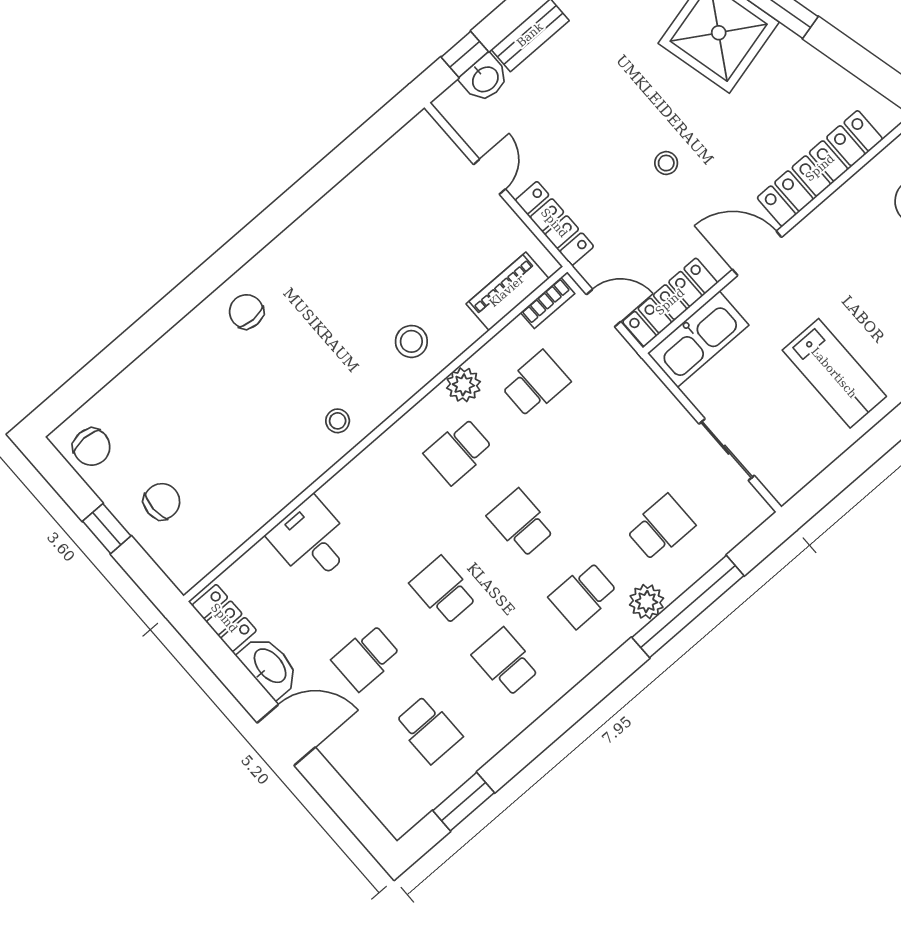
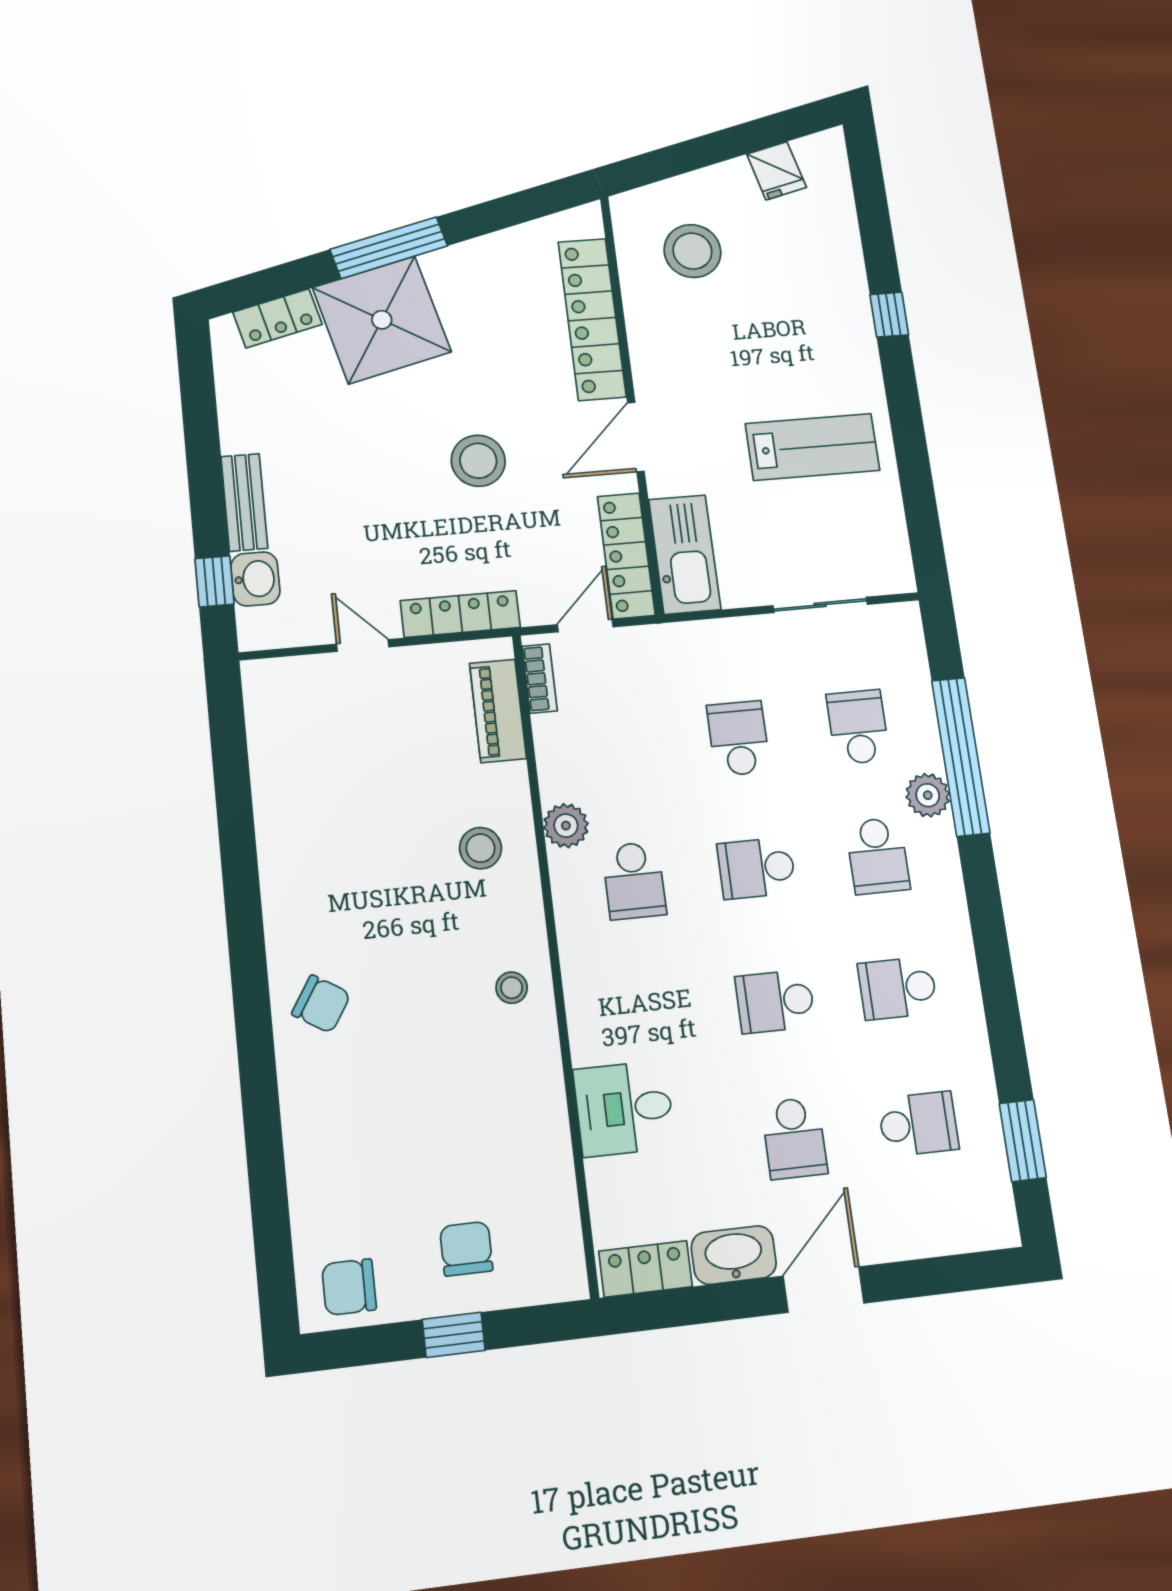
stool: (666, 163) -> (478, 461), width x1.89, depth x1.89
chair: (246, 312) -> (321, 1004), turned -148
school desk: (536, 384) -> (738, 738), moved
chair: (92, 447) -> (349, 1287), turned 180

